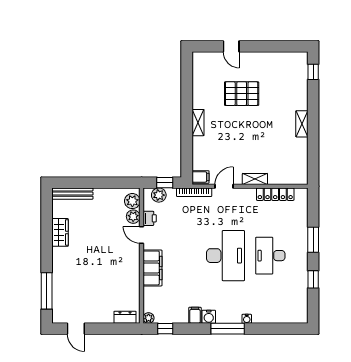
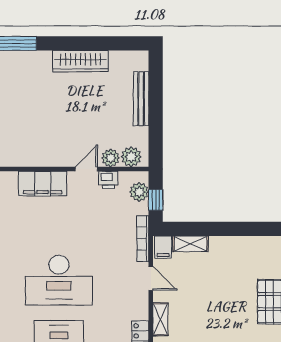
shelving: (198, 123) -> (190, 244), moved
bench: (72, 194) -> (141, 99), moved
wardrobe: (60, 232) -> (80, 61), width x1.50

